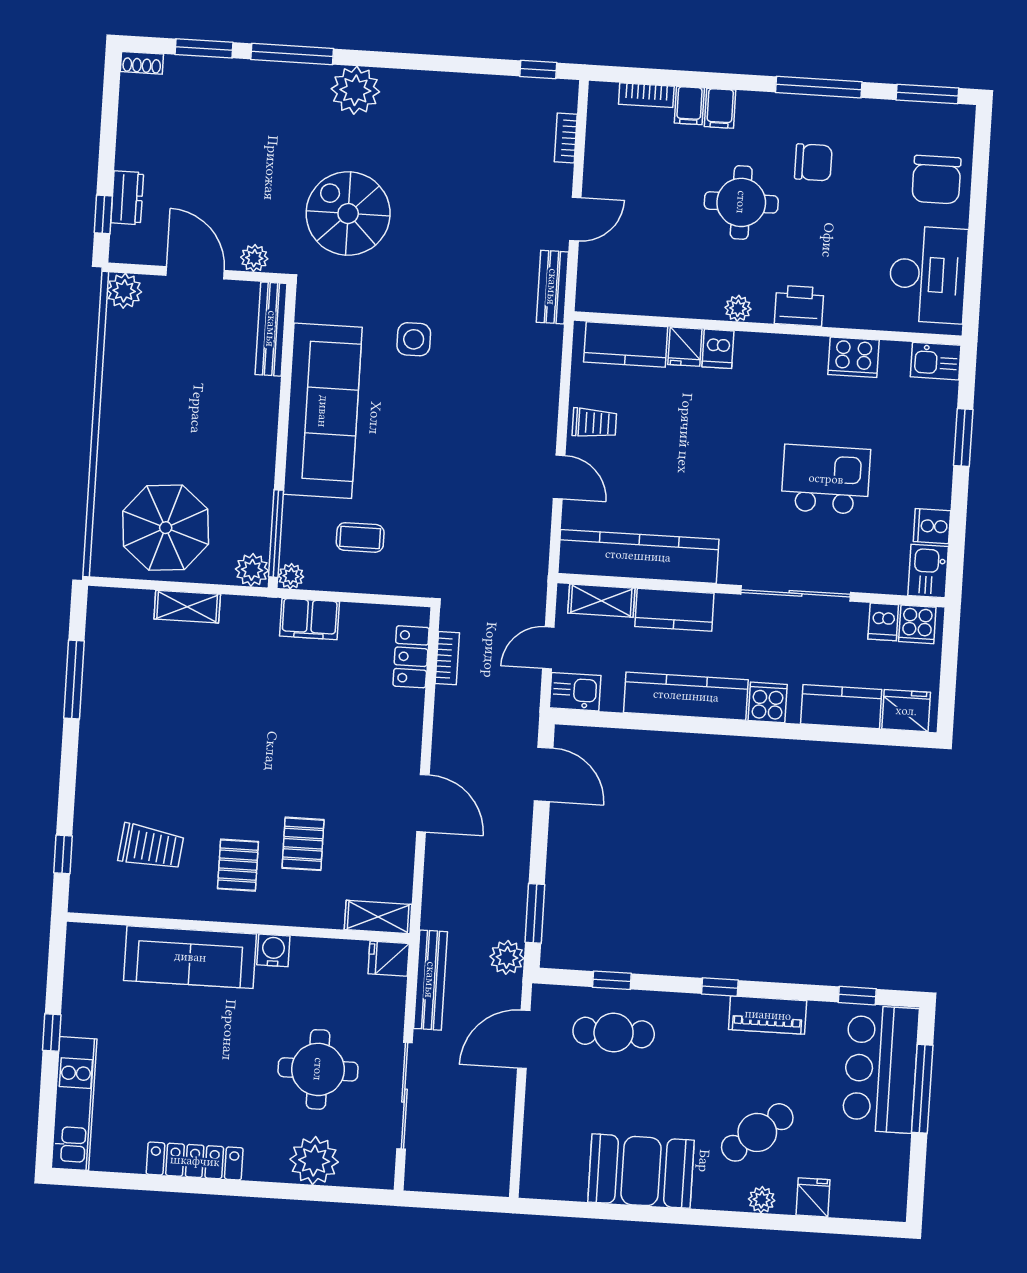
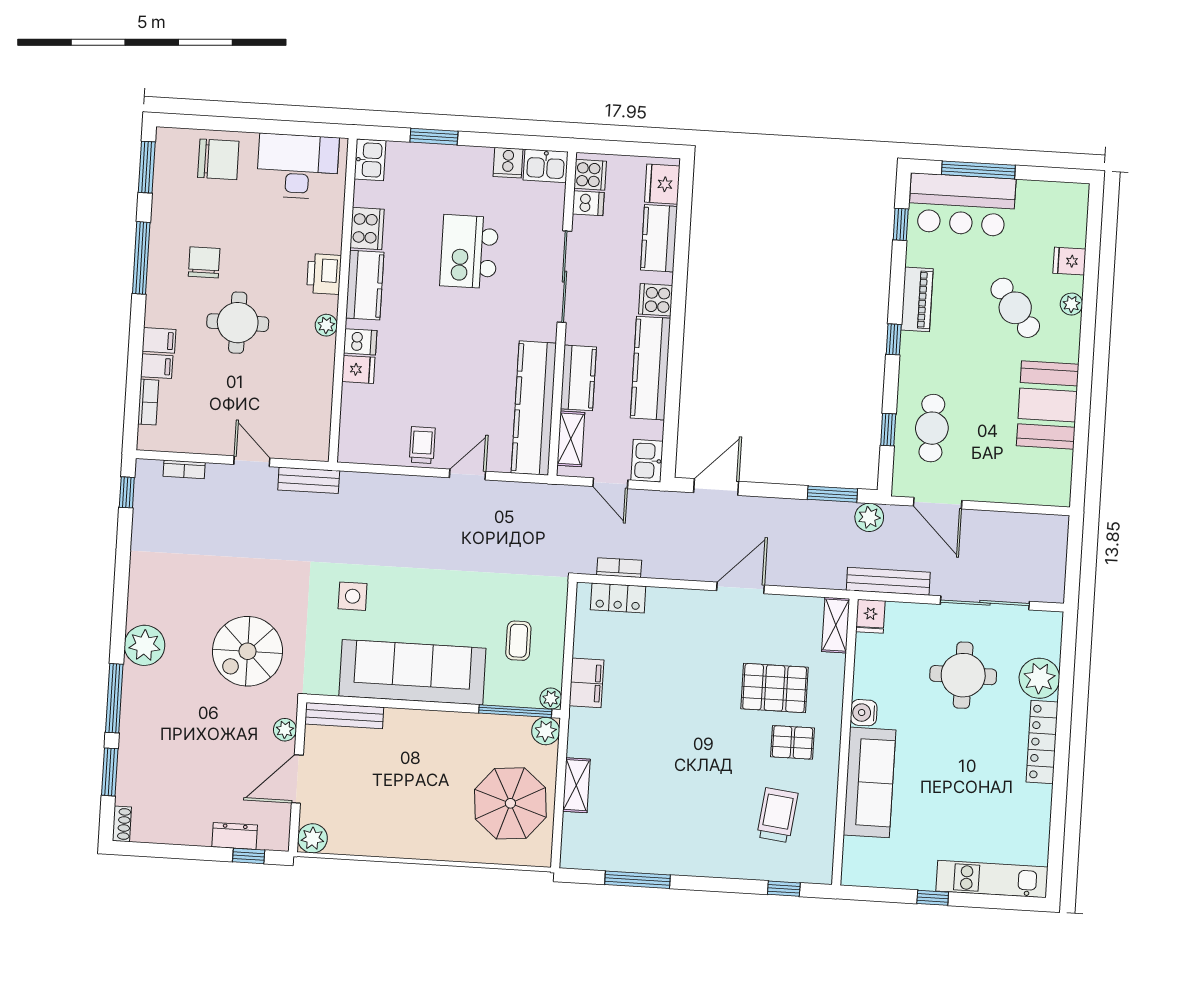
kitchen counter: (626, 344) -> (365, 285), moved
pallet: (303, 844) -> (775, 688), width x1.50, depth x1.42
locker: (195, 1161) -> (1042, 742), moved

